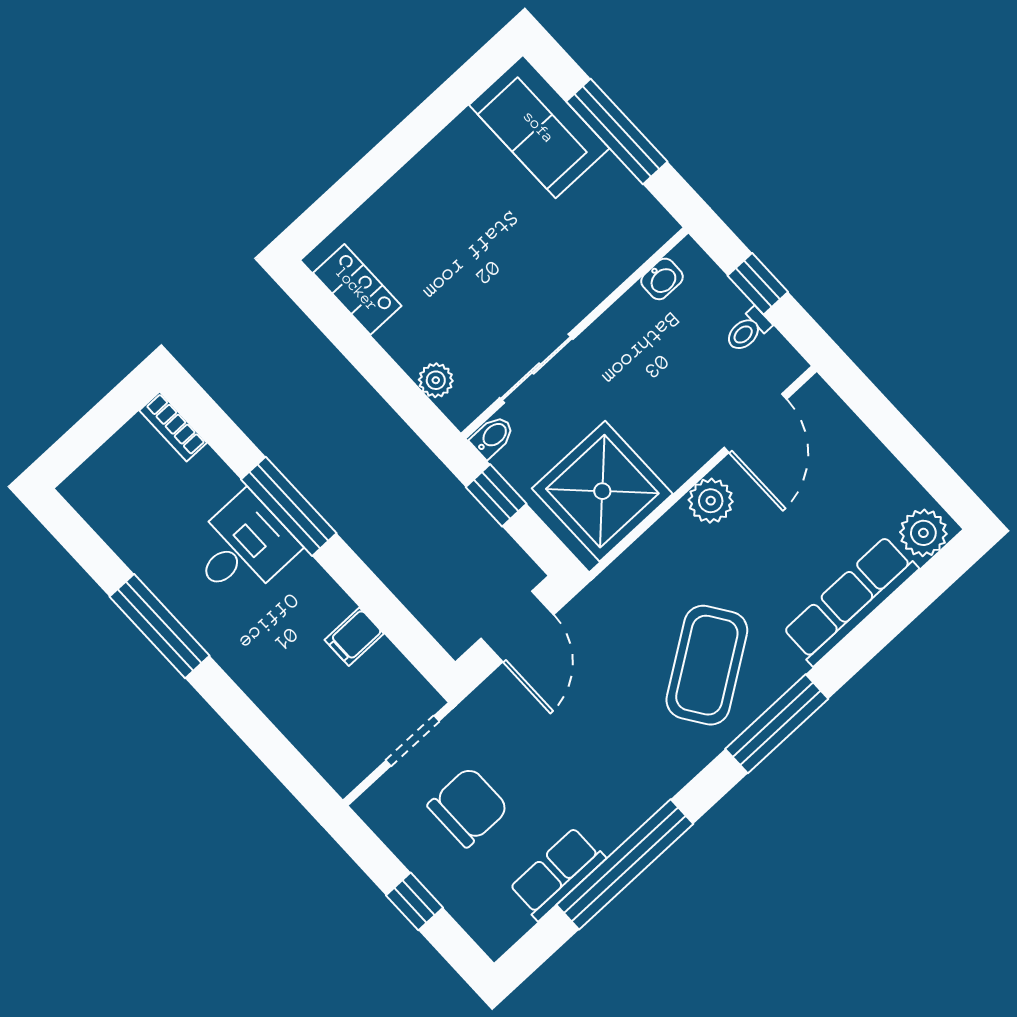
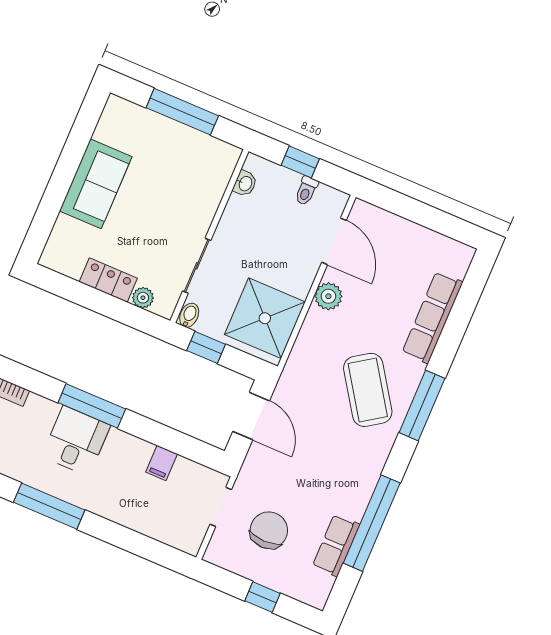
sofa: (539, 127) -> (96, 184), moved, turned -90
locker: (357, 289) -> (108, 280), moved
plant: (923, 533) -> (457, 261), removed

